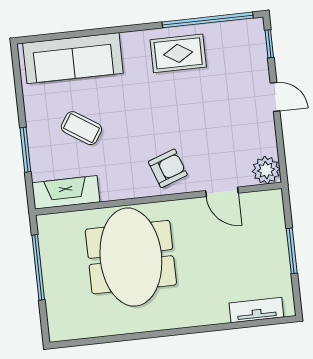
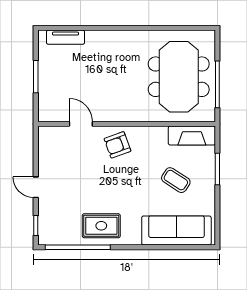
plant: (266, 170) -> (48, 136), removed
meeting table: (131, 257) -> (179, 77), moved

